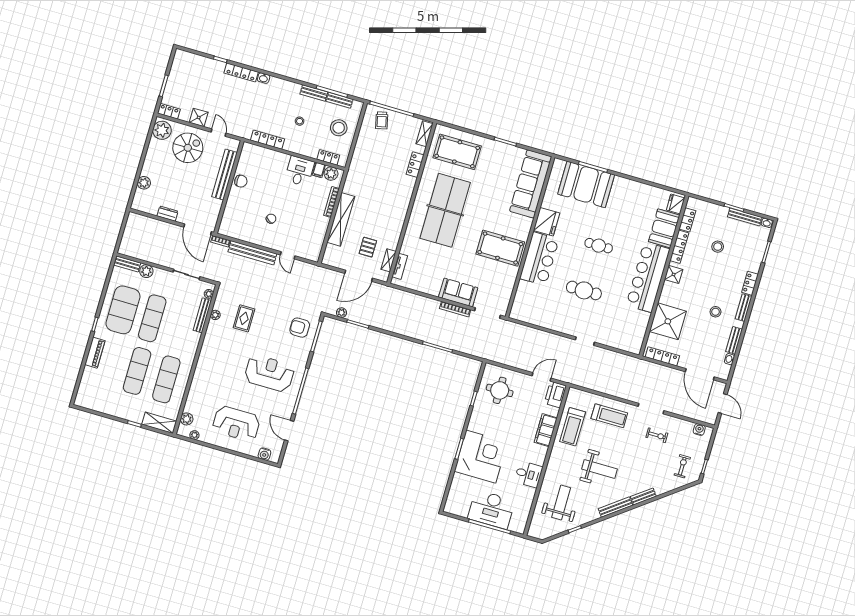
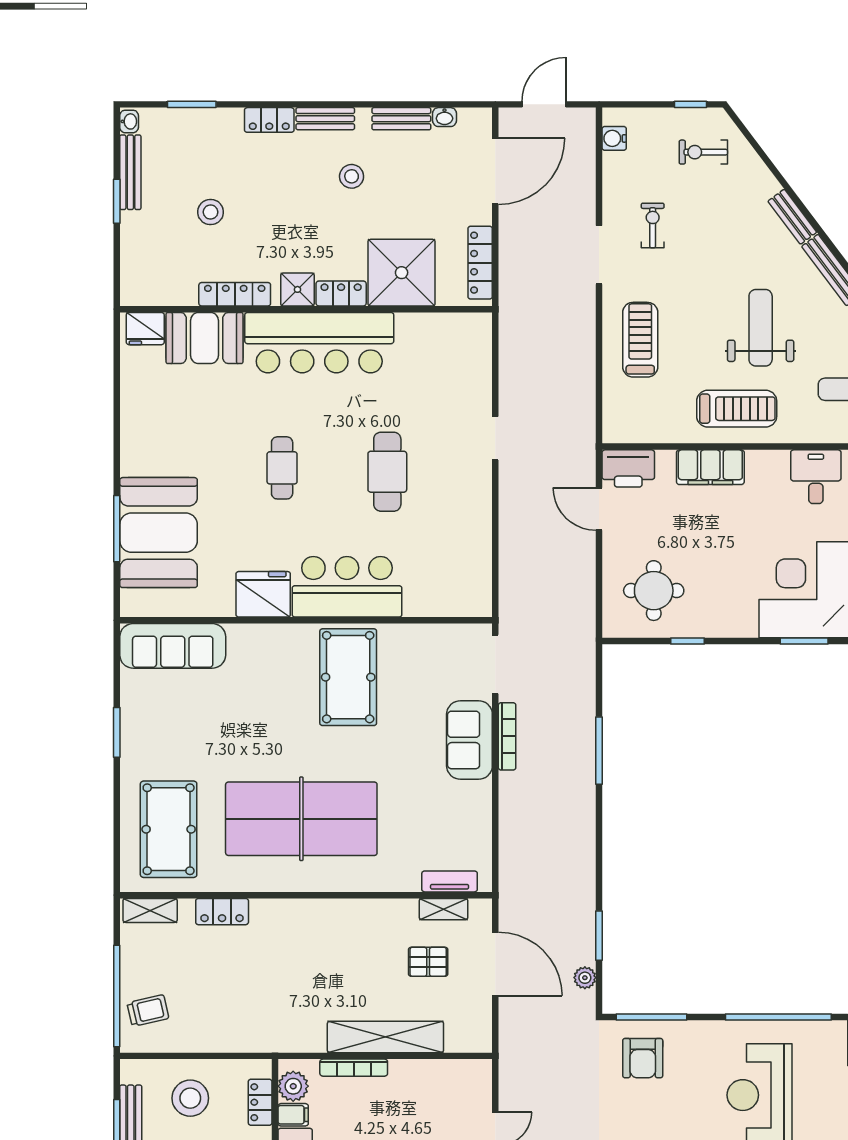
sofa: (531, 184) -> (173, 646), width x0.74, depth x0.79
locker: (687, 220) -> (341, 294), moved
treadmill: (573, 427) -> (737, 409), moved

